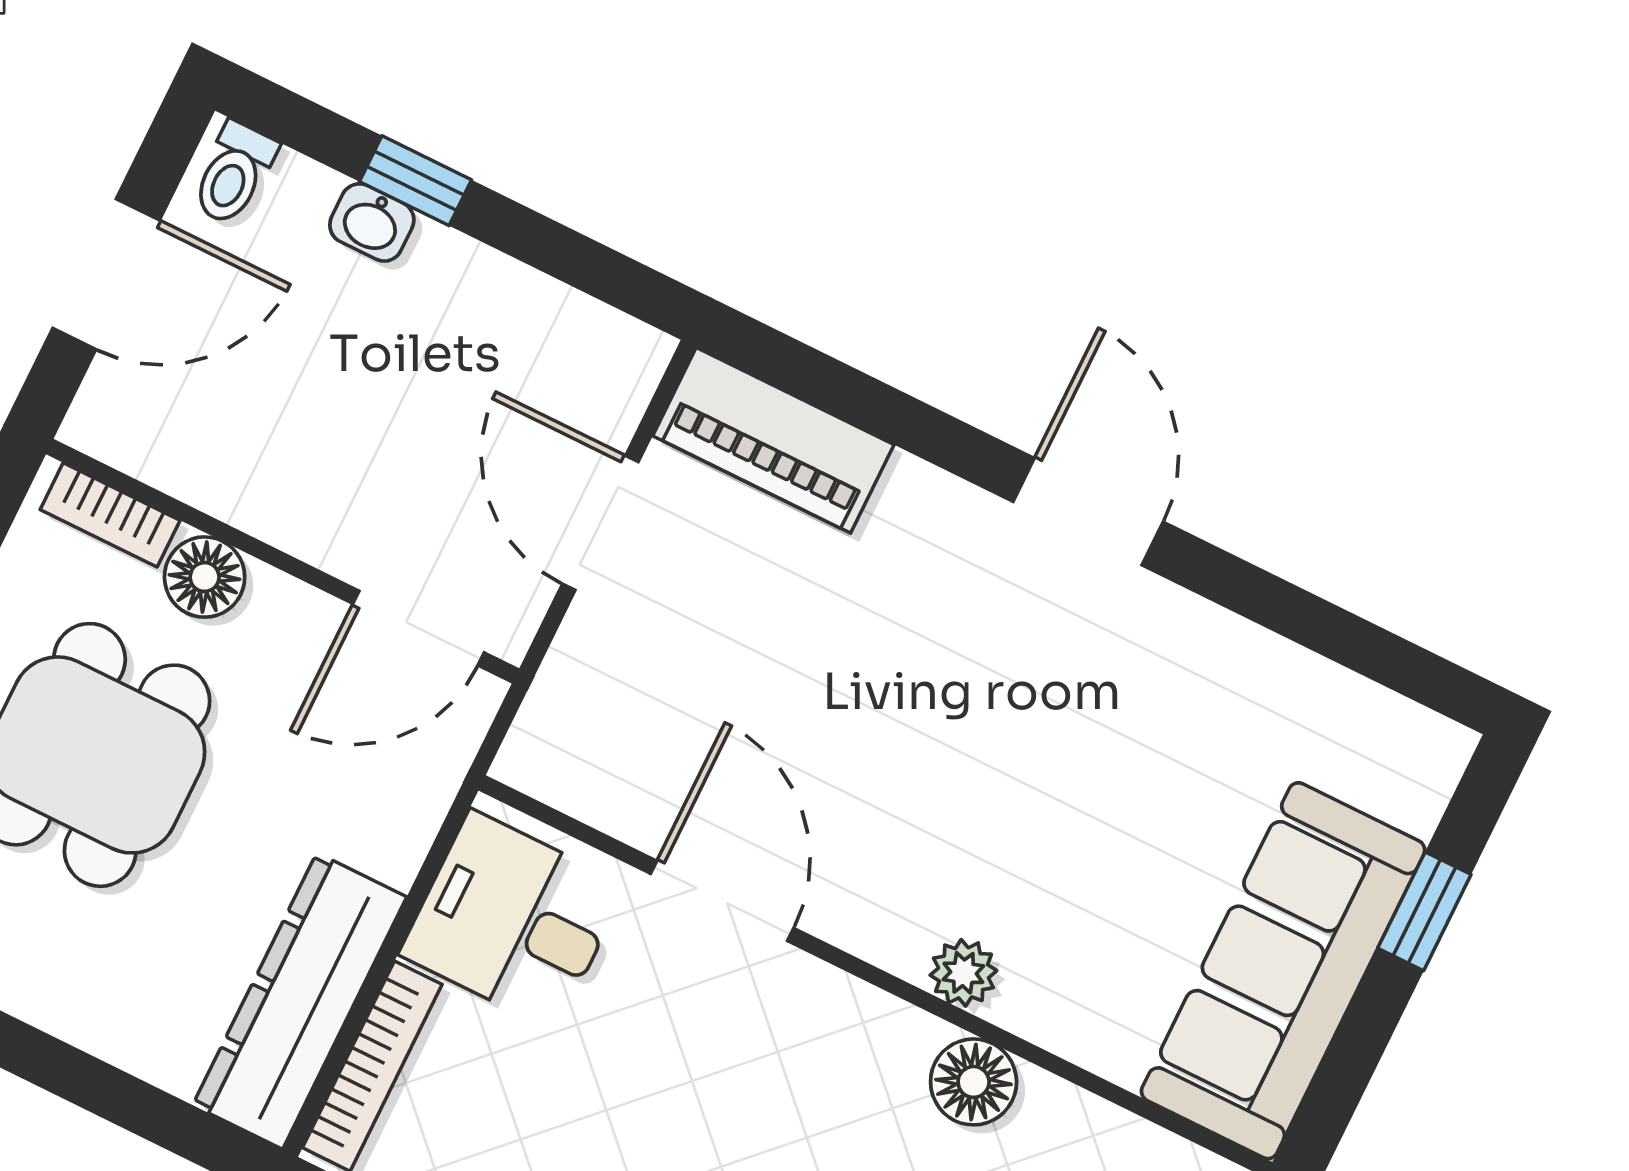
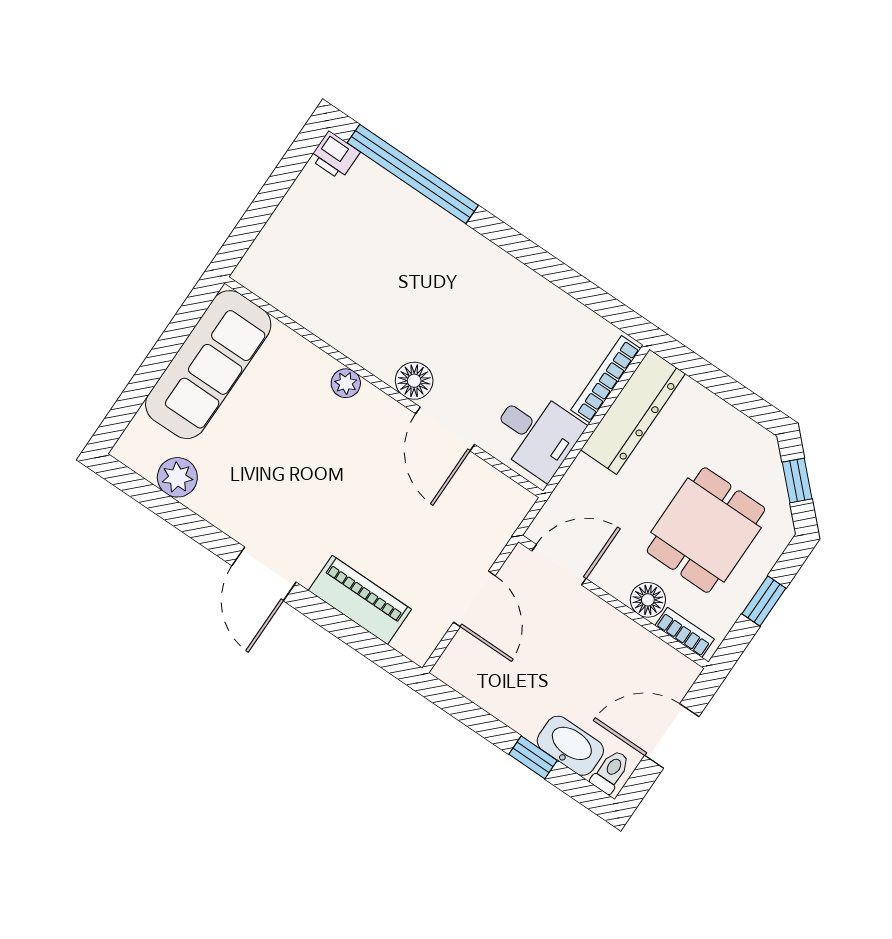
washbasin: (372, 222) -> (570, 746), width x1.91, depth x1.45
piano: (773, 440) -> (360, 600), moved
plant: (1317, 704) -> (177, 477), added
window: (1424, 911) -> (144, 381), removed
floor lamp: (974, 1082) -> (414, 381), moved

